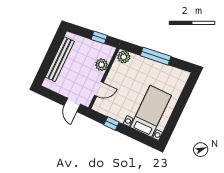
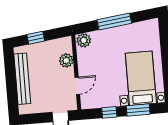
window: (99, 37) -> (36, 38), moved
window: (135, 134) -> (138, 110), added

